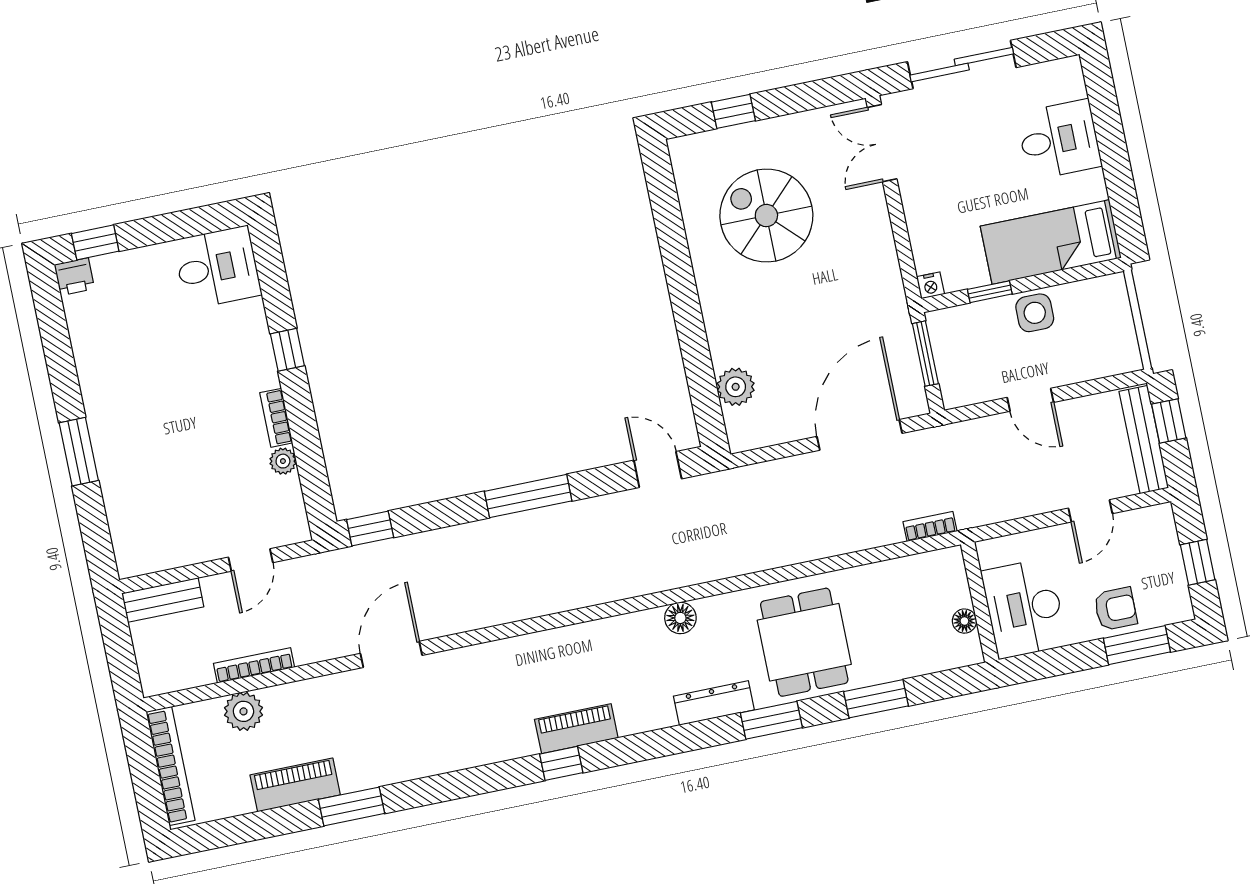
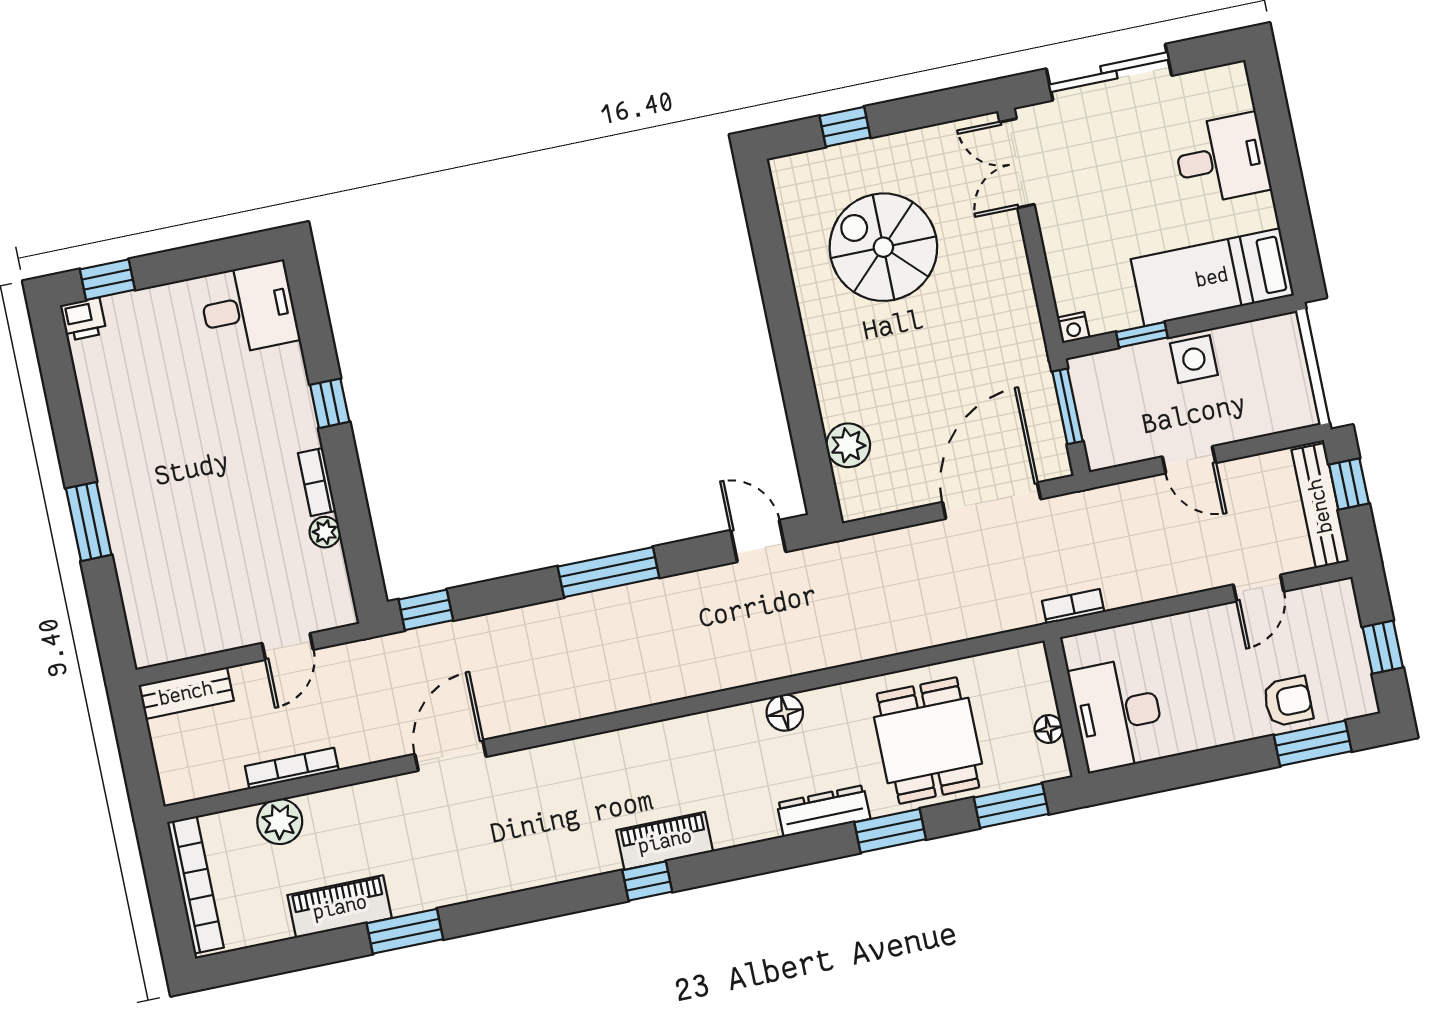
wall: (980, 602) -> (1066, 707), moved
desk: (1024, 608) -> (1118, 714), moved
floor lamp: (964, 621) -> (1049, 729), moved

